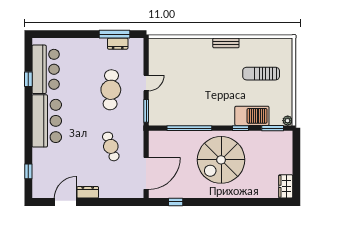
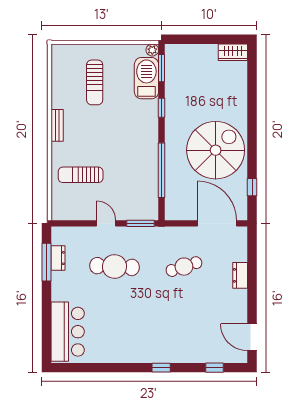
sun lounger: (186, 62) -> (81, 175), added
bar counter: (46, 69) -> (68, 332), moved, turned 90
window: (28, 79) -> (161, 368), moved
barbecue: (252, 116) -> (146, 78), moved
bar counter: (47, 121) -> (153, 345), removed
spiral stairs: (221, 160) -> (216, 150), moved, turned -90
dresser: (88, 192) -> (240, 275), moved
door: (65, 202) -> (252, 337), moved

